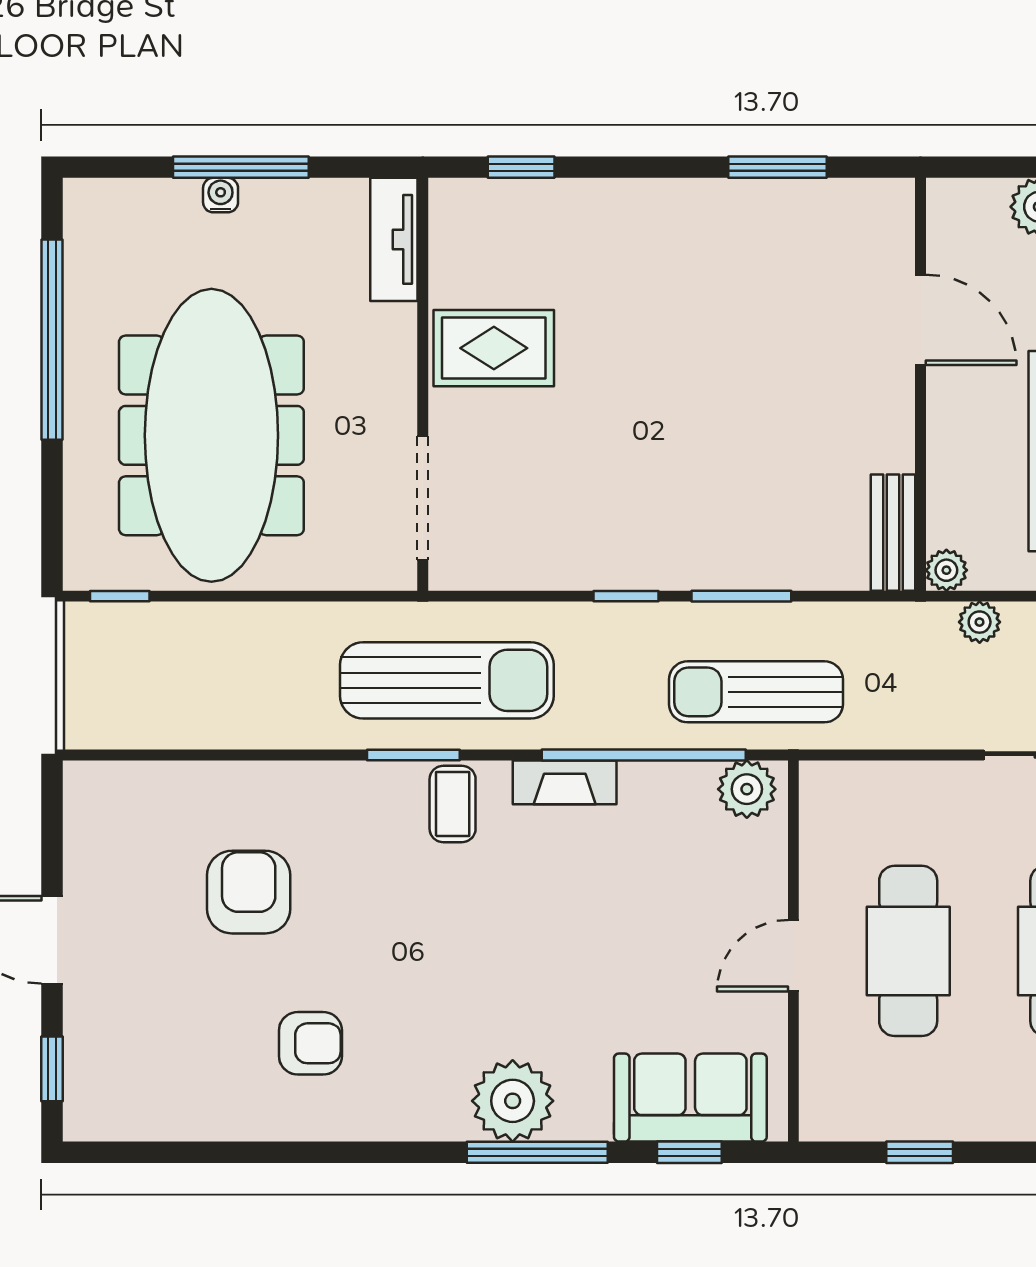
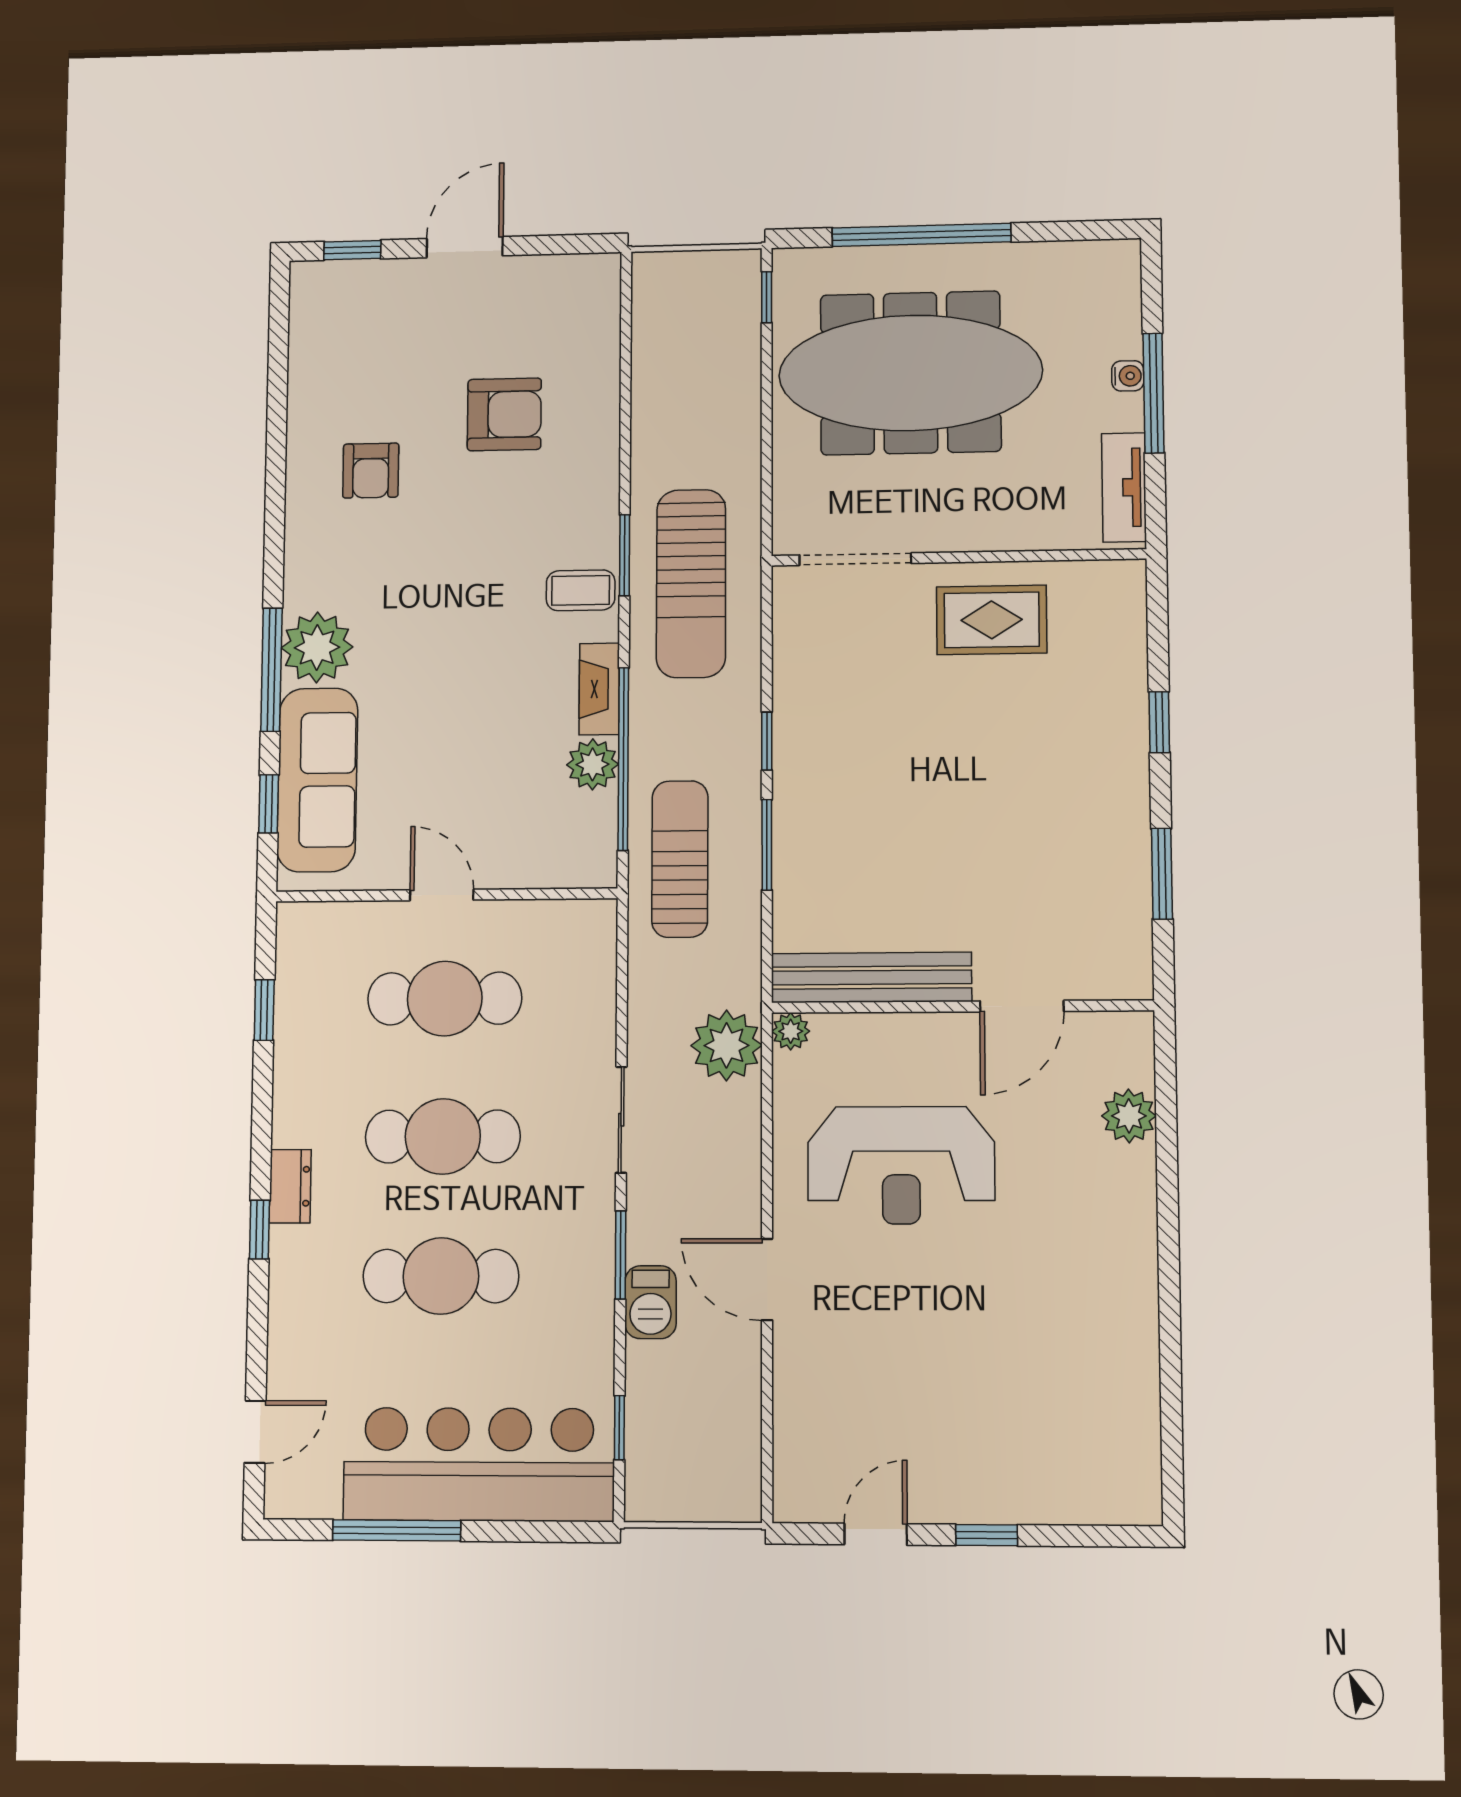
window: (521, 167) -> (1159, 722), moved
tv unit: (394, 239) -> (1124, 487), moved, turned -90
window: (52, 340) -> (921, 235), moved
rug: (494, 348) -> (992, 620), turned 90
bench: (893, 533) -> (871, 977), width x1.86, depth x1.21
plant: (980, 622) -> (726, 1045), width x1.87, depth x1.87
plant: (747, 789) -> (593, 764), moved
sofa: (690, 1098) -> (317, 780), width x1.36

